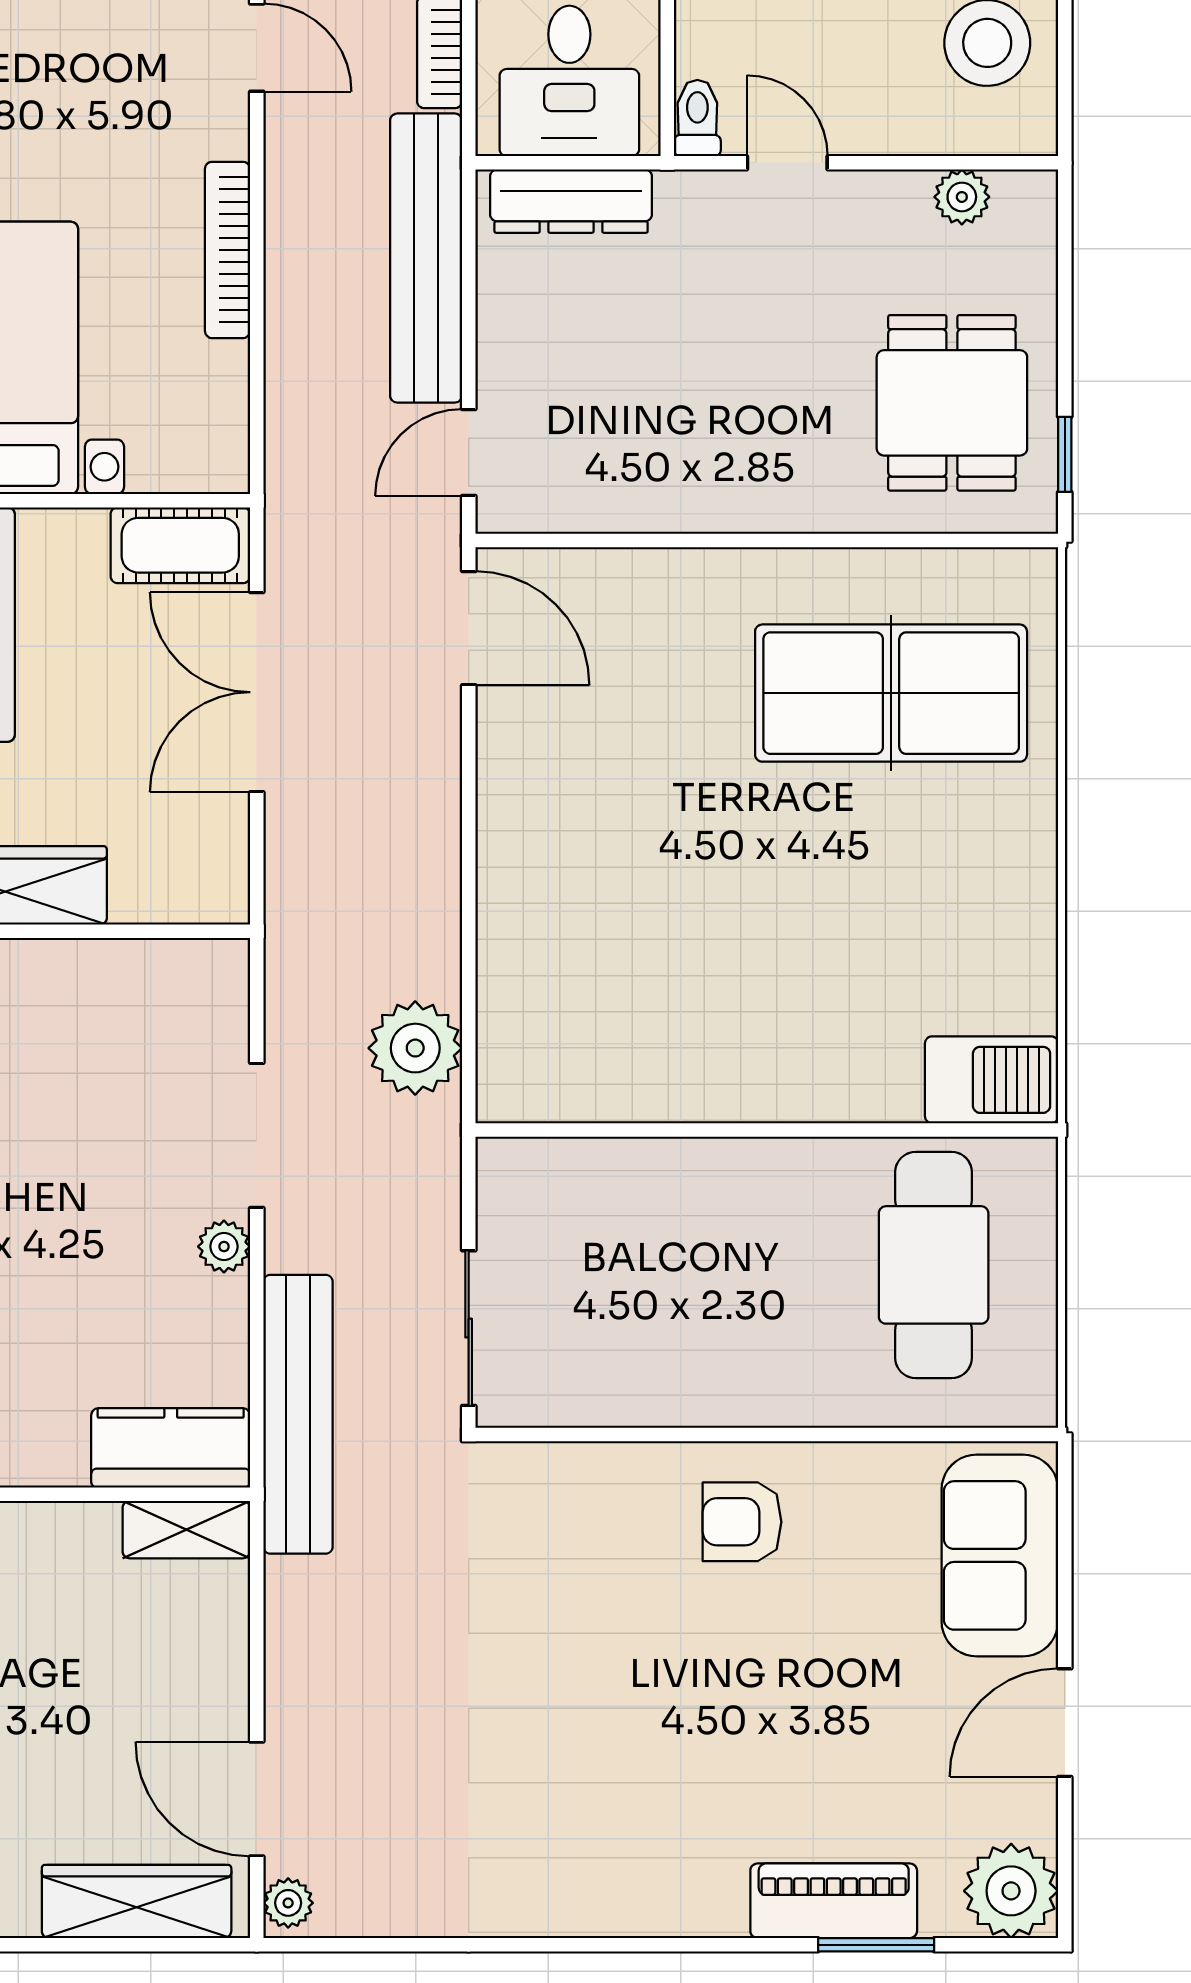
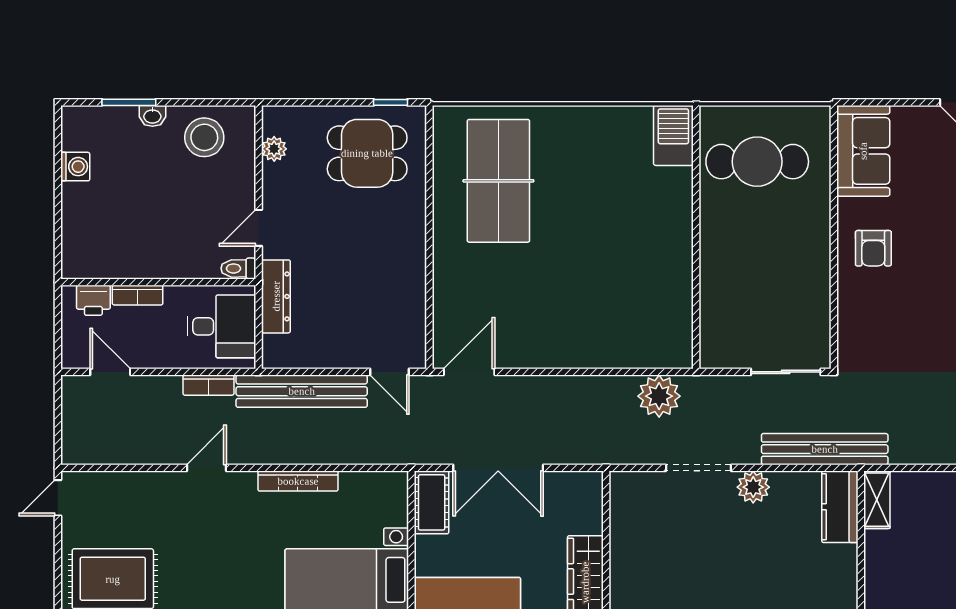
dresser: (571, 201) -> (276, 296), moved
plant: (224, 1247) -> (753, 487), width x1.38, depth x1.38
sofa: (1000, 1555) -> (863, 151), moved, turned -90

